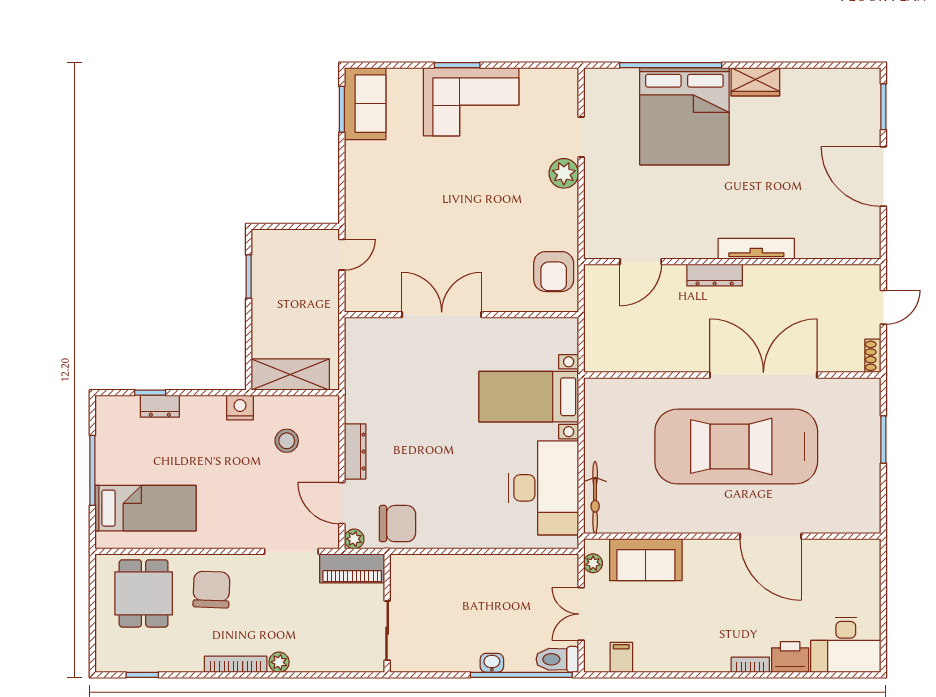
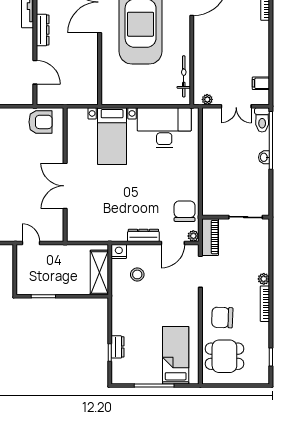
nightstand: (240, 407) -> (119, 251), moved, turned 90
bicycle: (595, 498) -> (184, 76), moved, turned -90
sofa: (646, 560) -> (205, 69), removed

